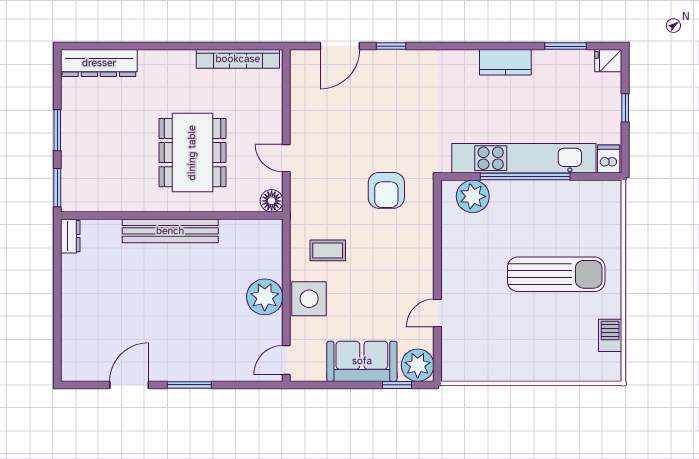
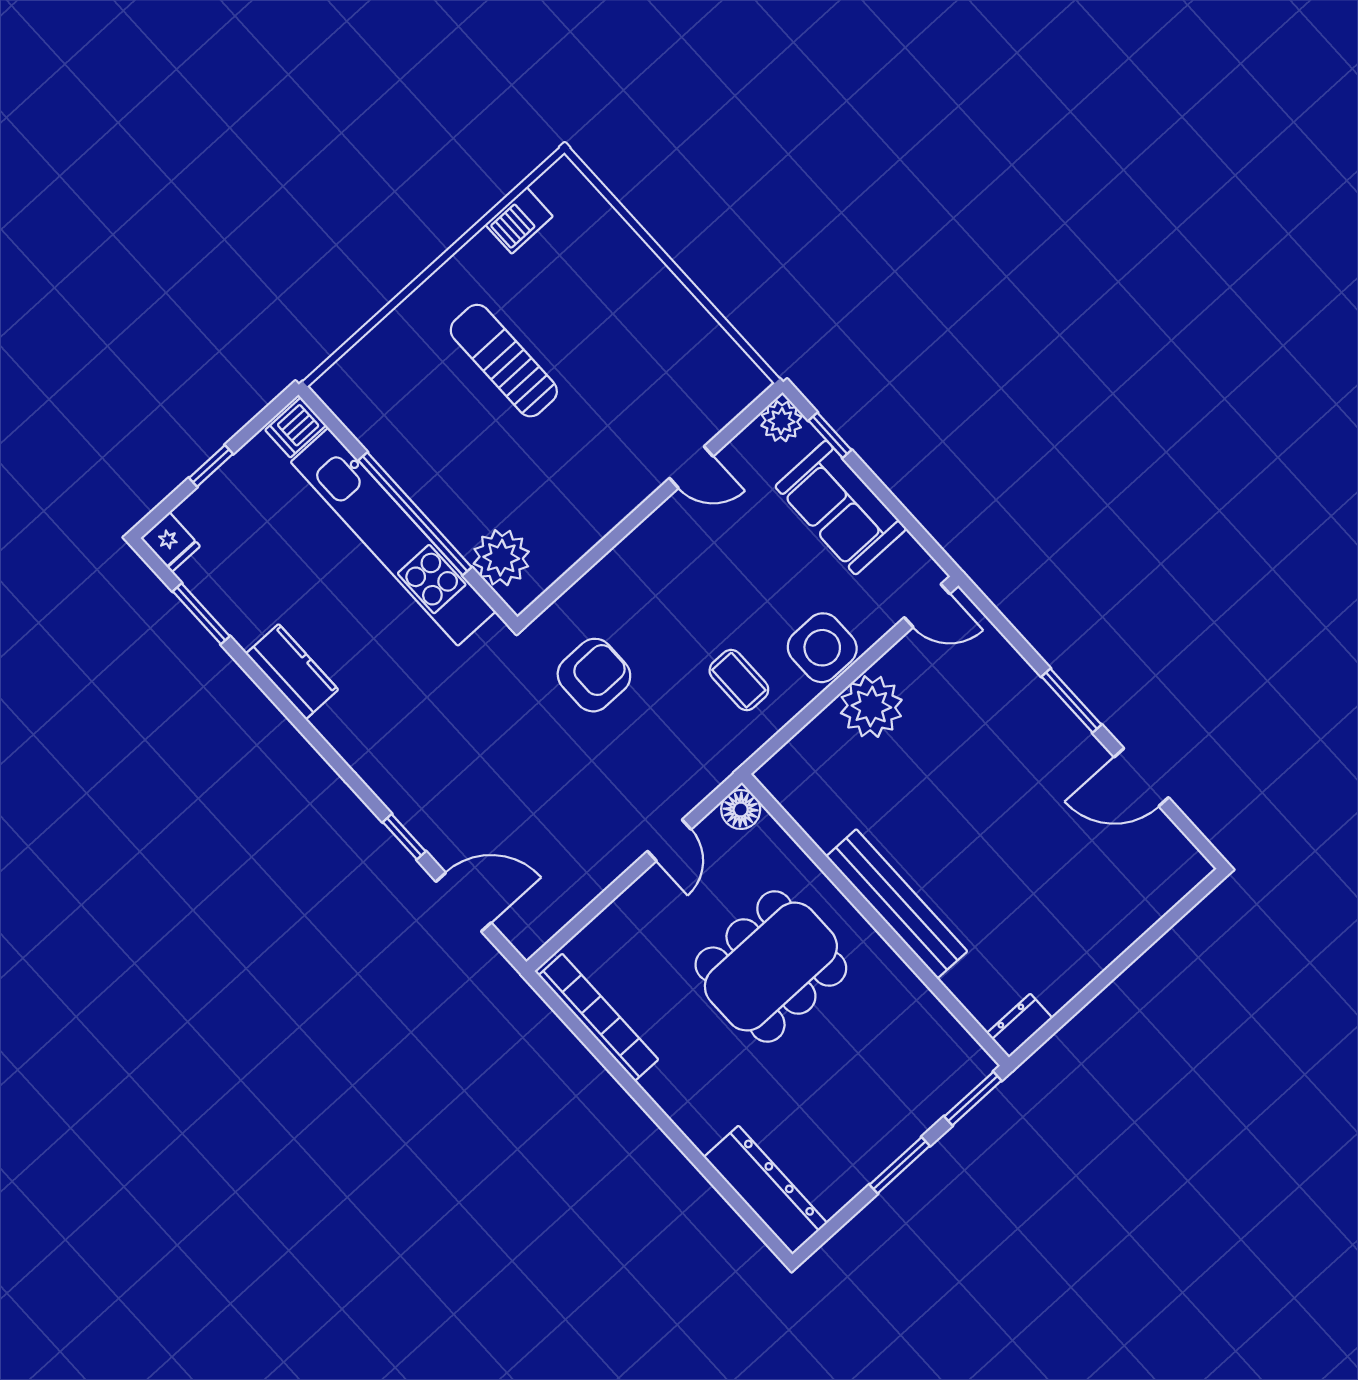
sun lounger: (556, 274) -> (504, 361), width x0.73, depth x0.75
plant: (418, 365) -> (781, 421), width x0.73, depth x0.73

